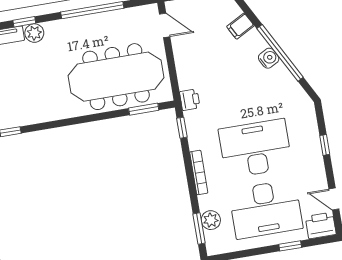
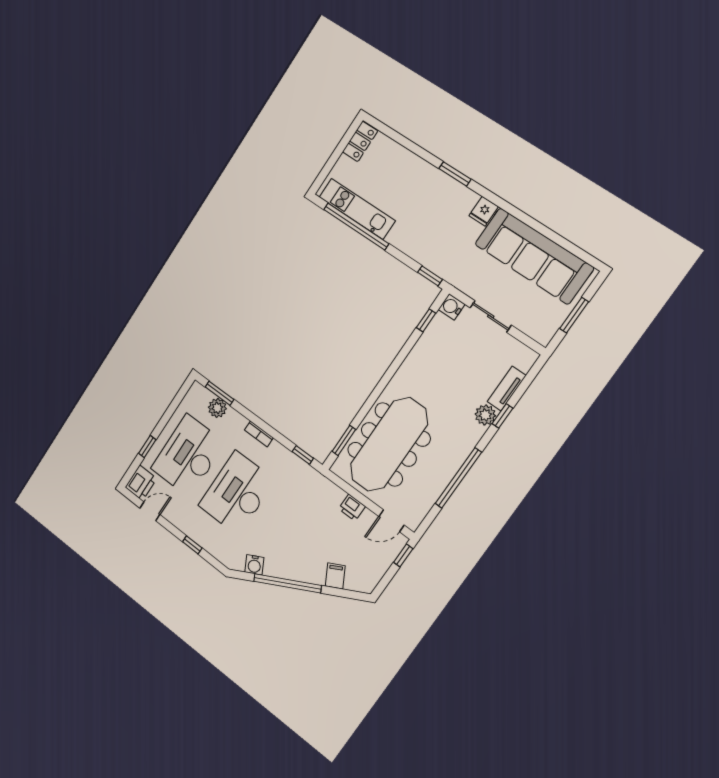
water cooler: (269, 58) -> (254, 565), moved
printer: (190, 100) -> (352, 508), moved
desk: (255, 148) -> (237, 493), turned 180
bookcase: (199, 172) -> (259, 434), width x0.64

